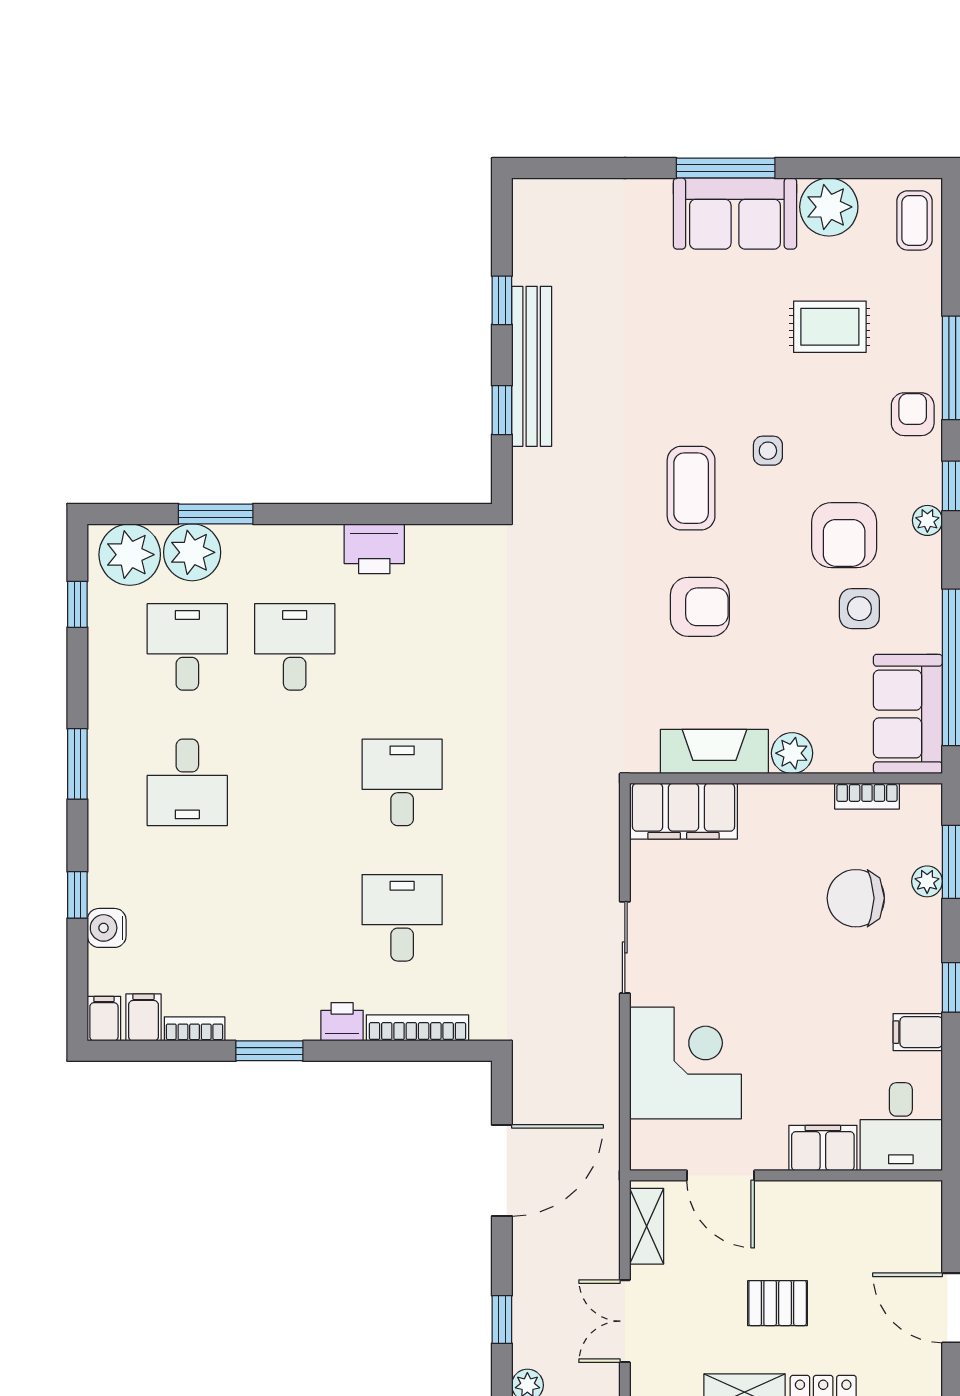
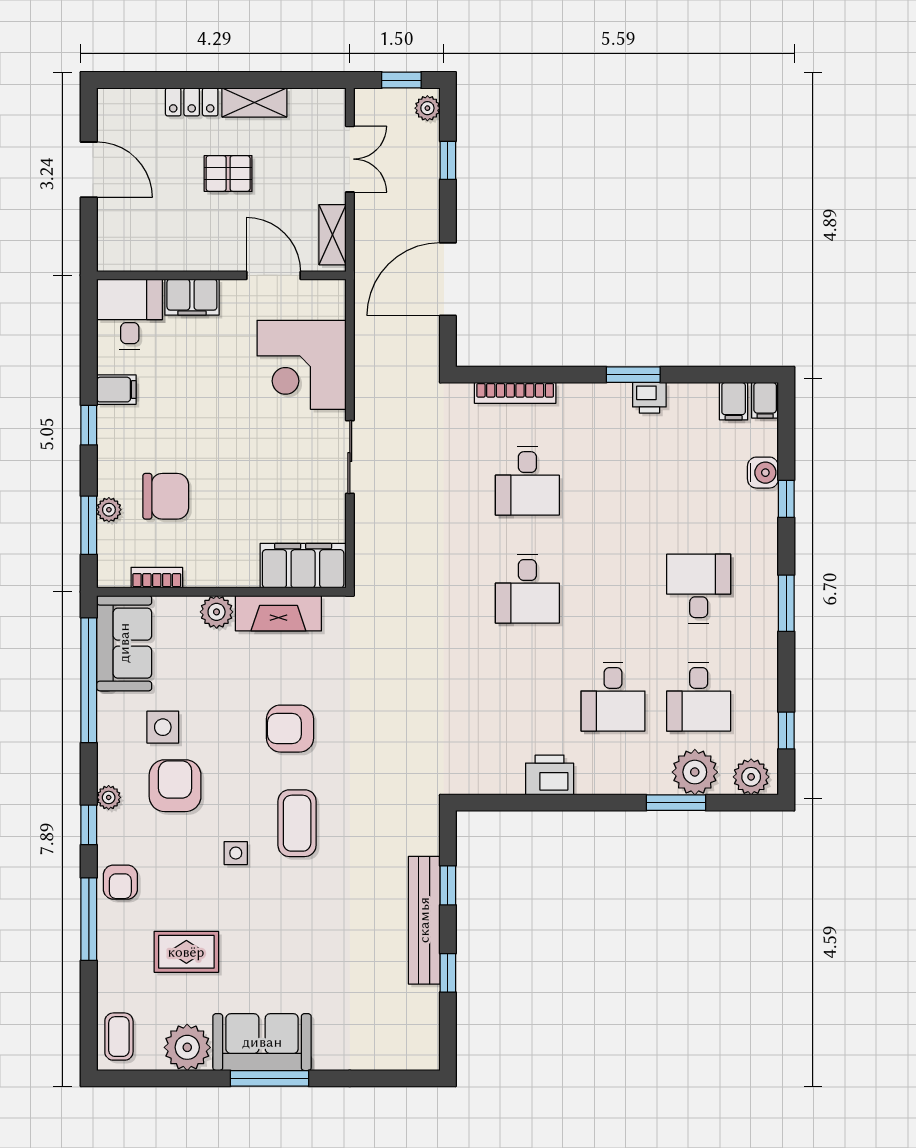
plant: (130, 555) -> (751, 777), width x0.73, depth x0.73
printer: (342, 1022) -> (649, 398), moved
bookcase: (195, 1029) -> (693, 392), removed

